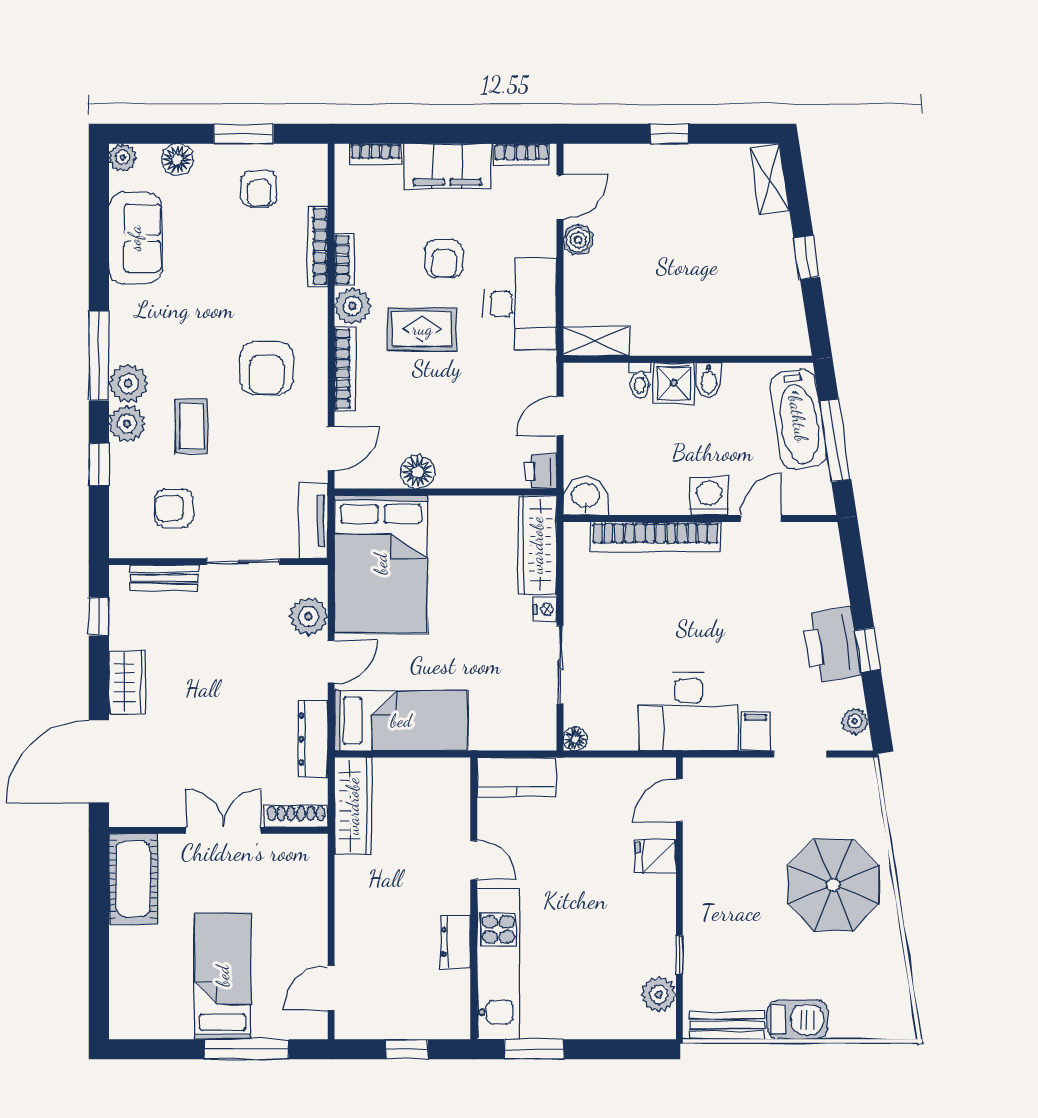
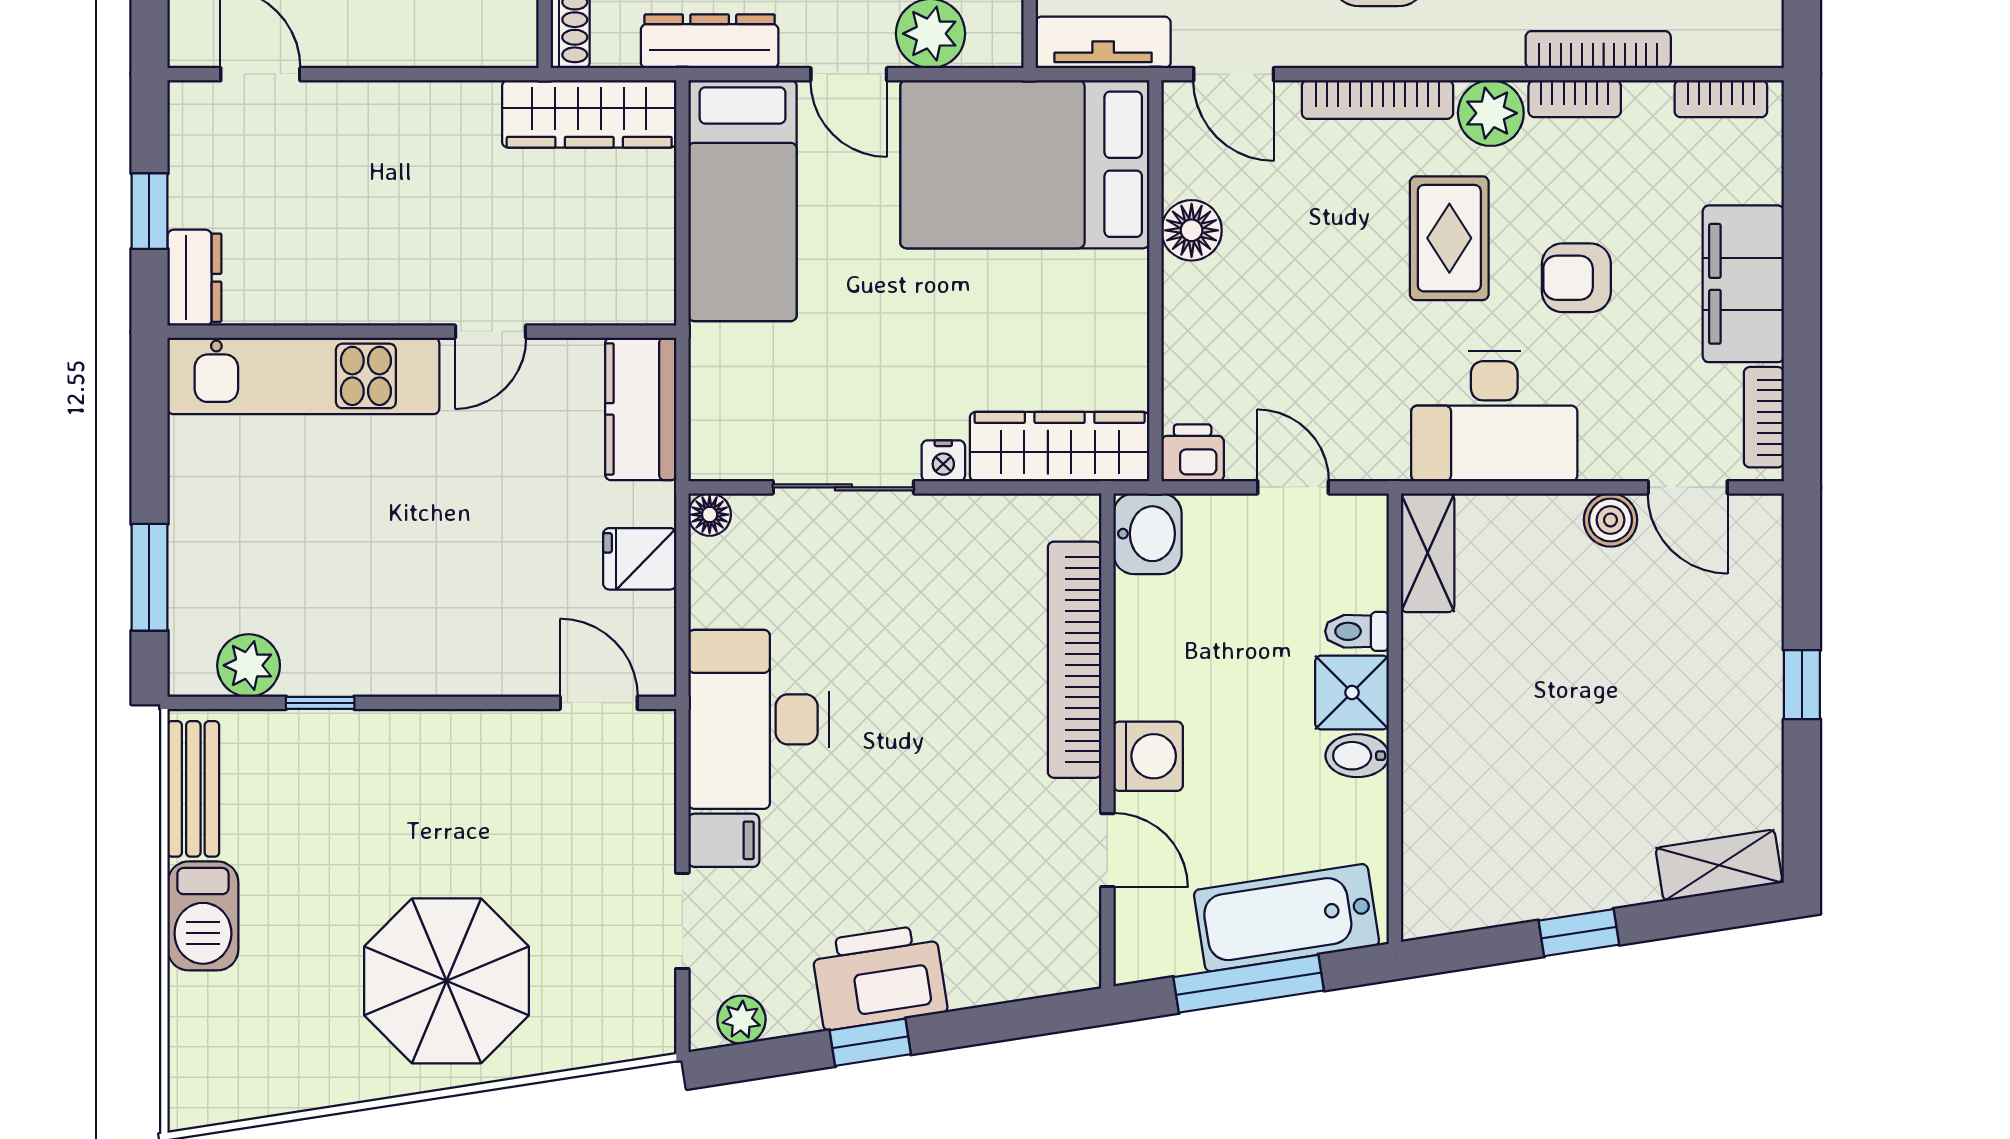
bookcase: (376, 154) -> (1721, 99), moved, turned -90
fridge: (656, 857) -> (640, 559), moved, turned -90
dresser: (455, 942) -> (194, 278), moved, turned 90
window: (534, 1049) -> (149, 577), moved

